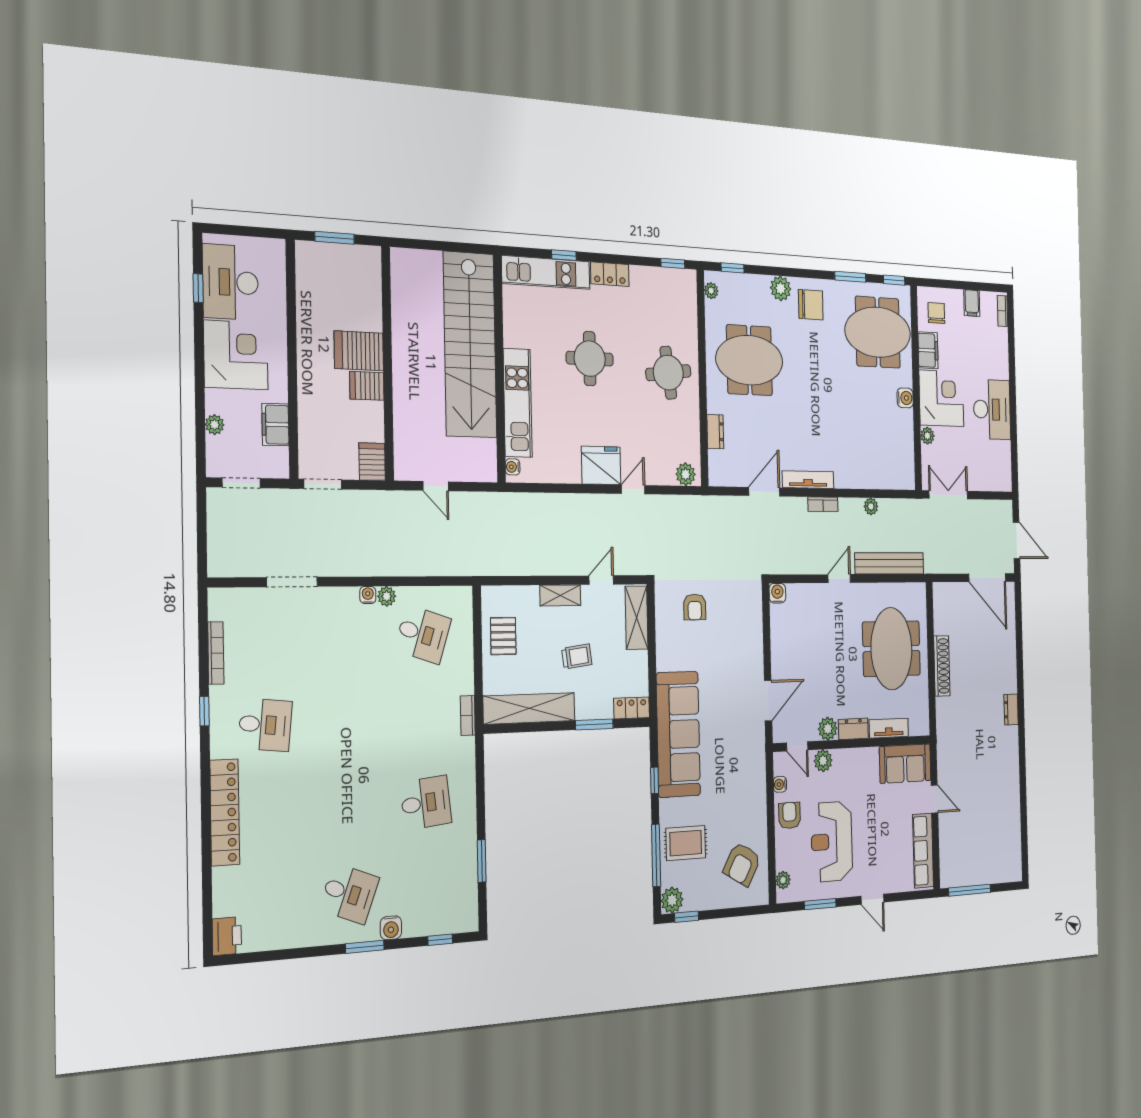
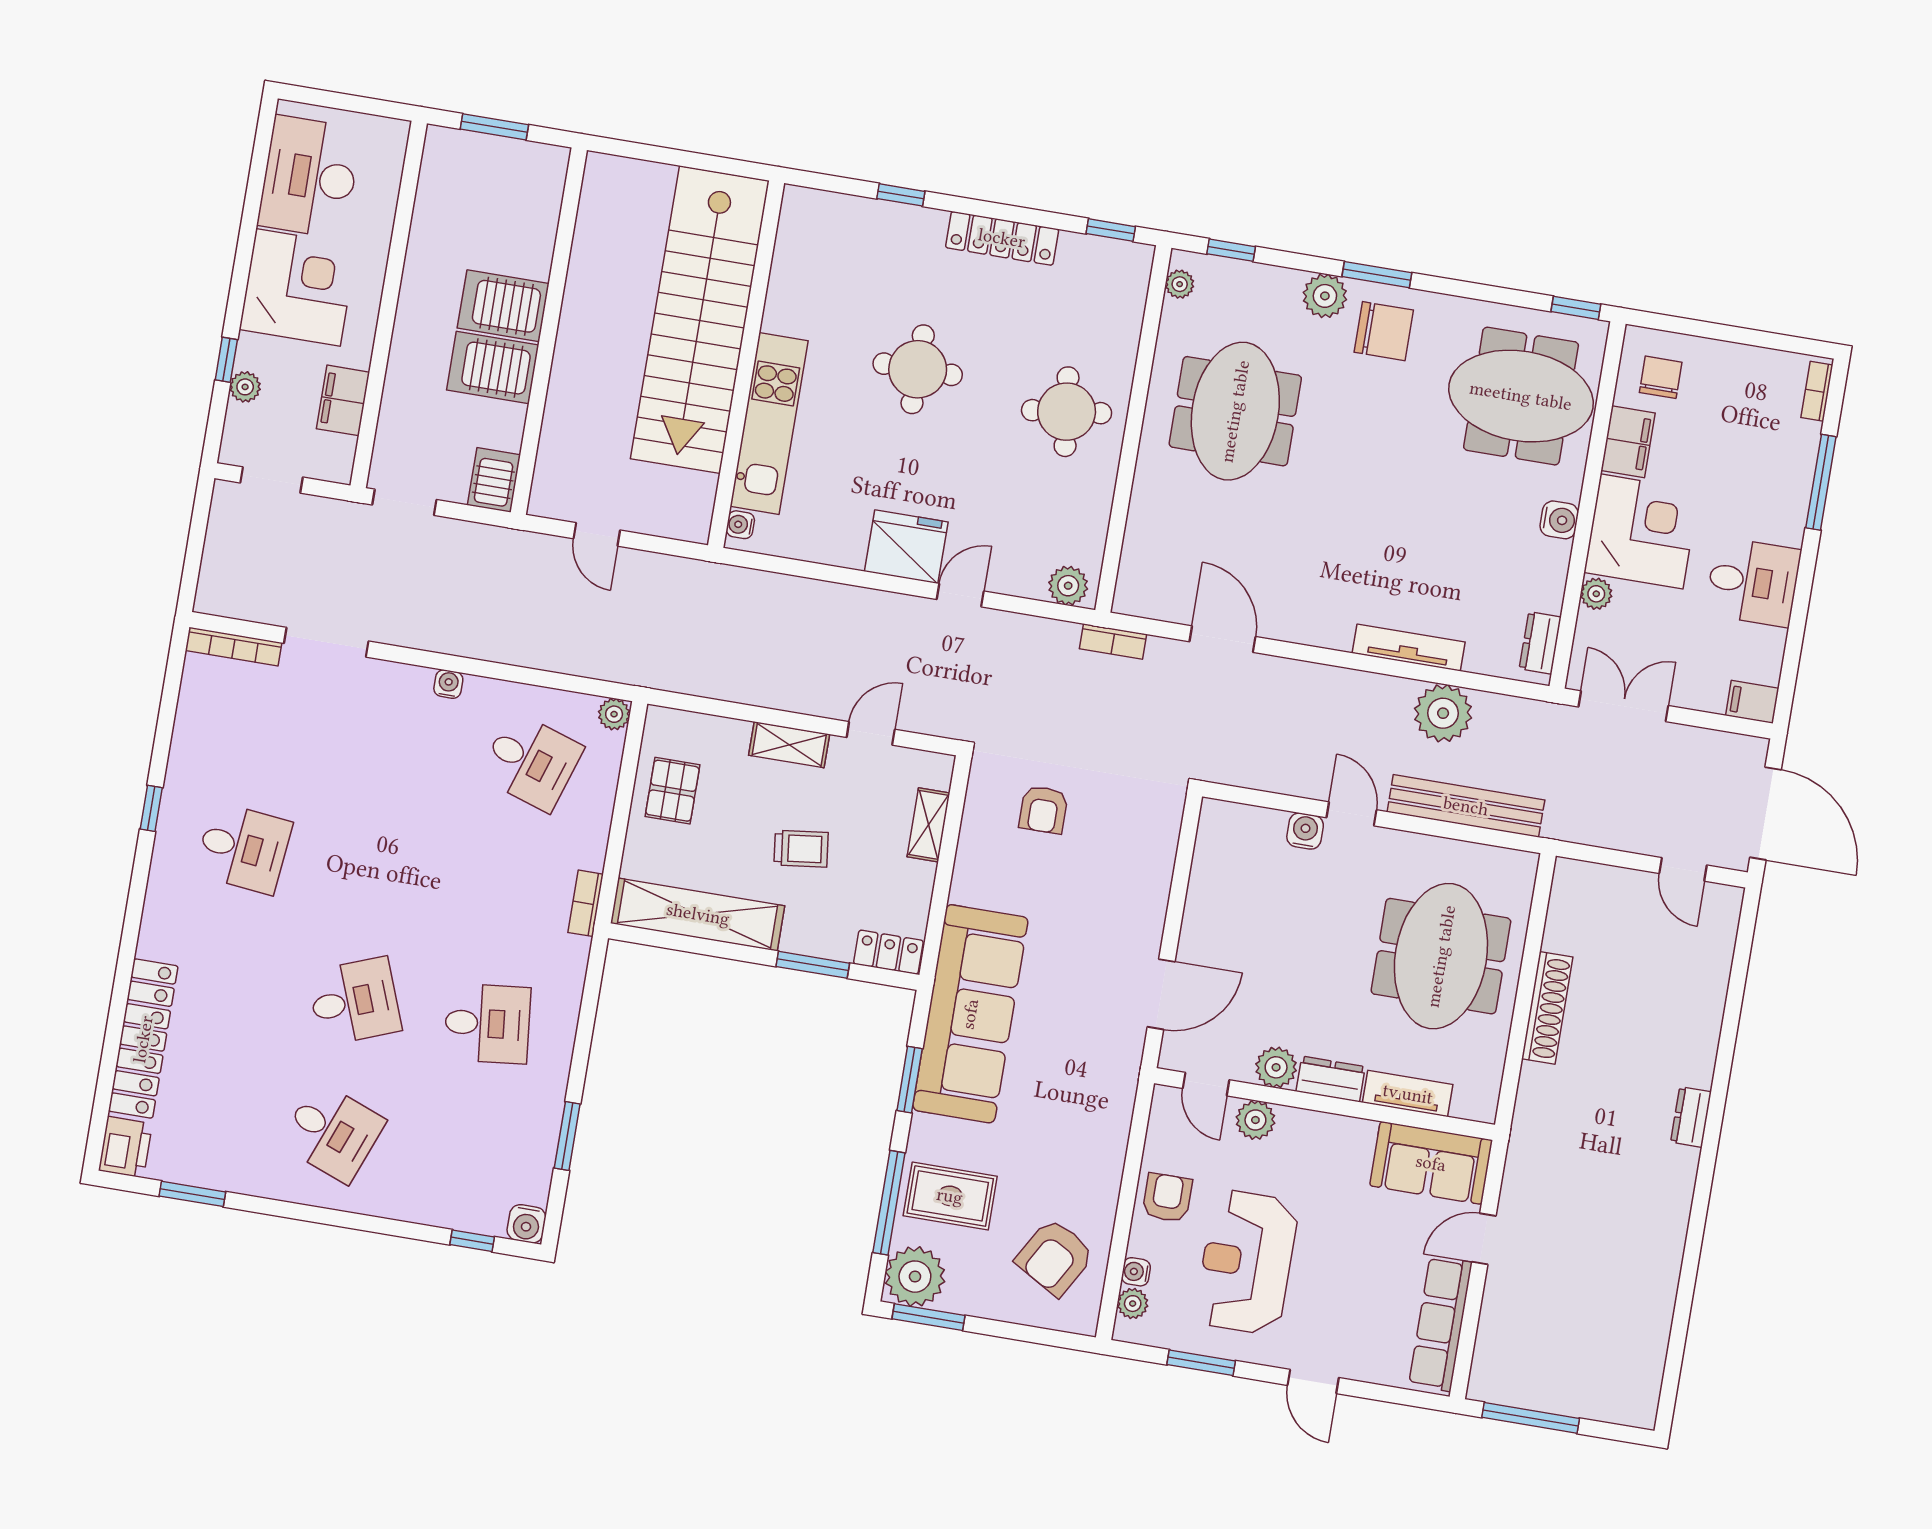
kitchen unit: (546, 272) -> (862, 220), removed
locker: (610, 274) -> (1002, 238), width x1.53
window: (850, 277) -> (1377, 275), moved
window: (198, 288) -> (226, 360), moved
filing cabinet: (972, 303) -> (1752, 702), moved, turned 90
window: (1012, 359) -> (1821, 482), added
meeting table: (749, 360) -> (1235, 411), turned 90
server rack: (367, 386) -> (493, 367), width x1.36, depth x1.44
desk: (992, 409) -> (1753, 582), width x0.73
dresser: (715, 432) -> (1540, 643), moved, turned 180
tv unit: (808, 480) -> (1409, 648), moved
door: (764, 492) -> (1223, 639), hinge flipped
bookcase: (823, 504) -> (1113, 641), moved
plant: (871, 506) -> (1443, 713), width x1.88, depth x1.88
door: (1016, 540) -> (1766, 813), width x1.36
door: (987, 578) -> (1683, 869), width x0.53
door: (839, 579) -> (1351, 814), hinge flipped
water cooler: (777, 593) -> (1305, 831), moved
plant: (387, 596) -> (614, 714), moved
shelving: (636, 618) -> (929, 825), width x0.67, depth x0.75
bookcase: (216, 653) -> (234, 647), moved, turned 90
window: (654, 780) -> (910, 1080), width x1.50
water cooler: (780, 784) -> (1136, 1272), moved
door: (934, 799) -> (1484, 1239), swing flipped
desk: (348, 807) -> (354, 1001), added
locker: (225, 812) -> (143, 1039), moved
plant: (672, 900) -> (915, 1277), width x1.36, depth x1.36
window: (687, 917) -> (928, 1317), width x1.50
water cooler: (391, 928) -> (526, 1224), moved
window: (365, 947) -> (192, 1194), moved

